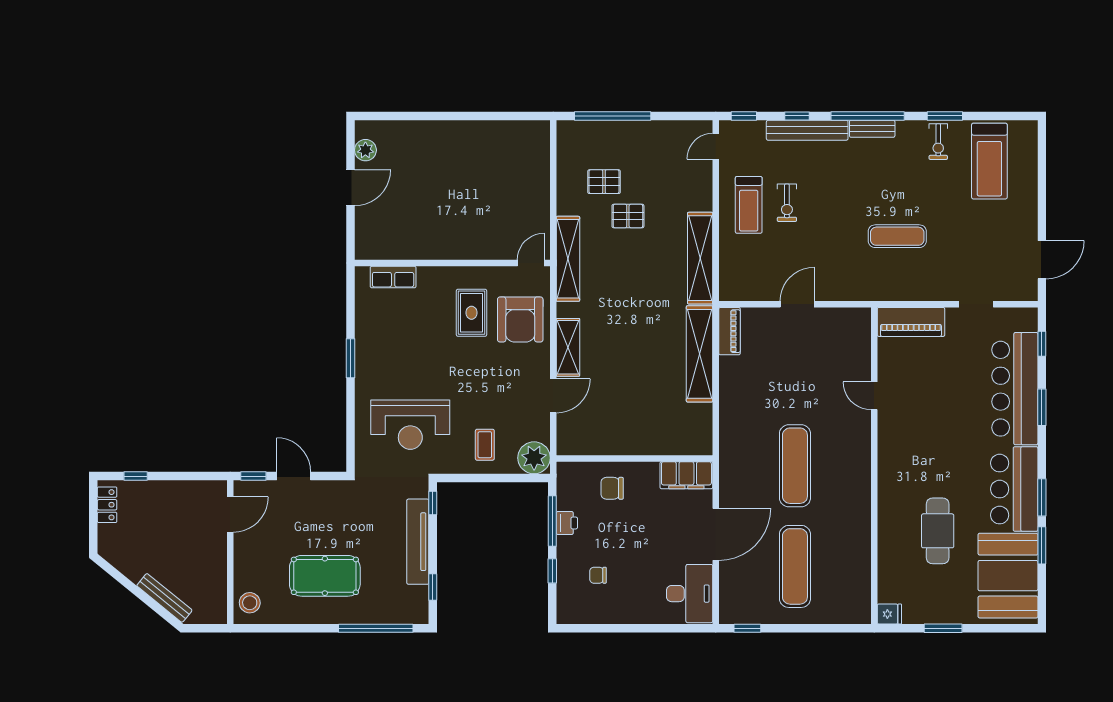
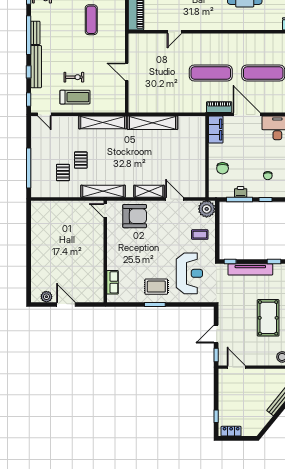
rug: (472, 313) -> (156, 287), moved
piano: (730, 331) -> (219, 107), moved

